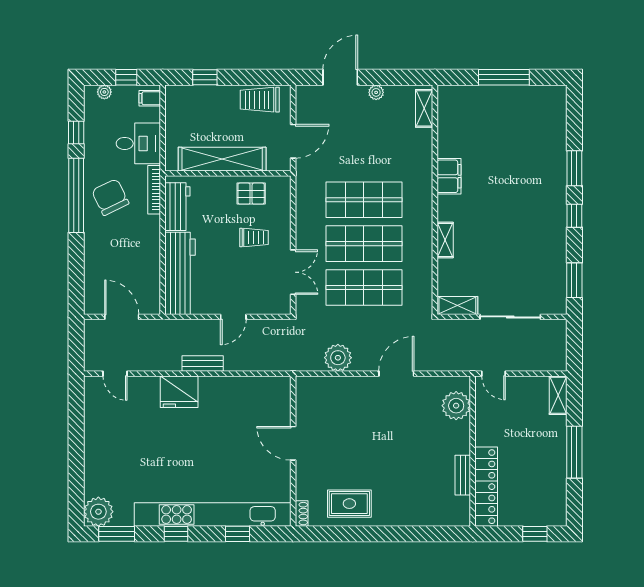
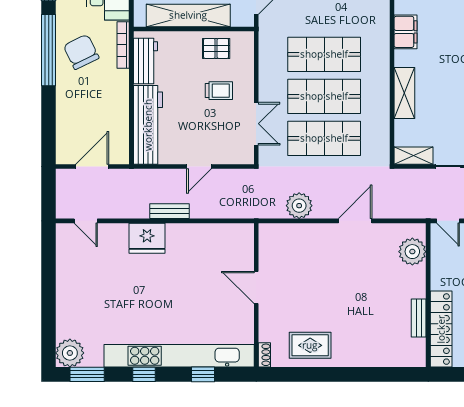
shelving: (445, 240) -> (404, 93), width x1.50, depth x1.33
door: (122, 317) -> (92, 167), hinge flipped

